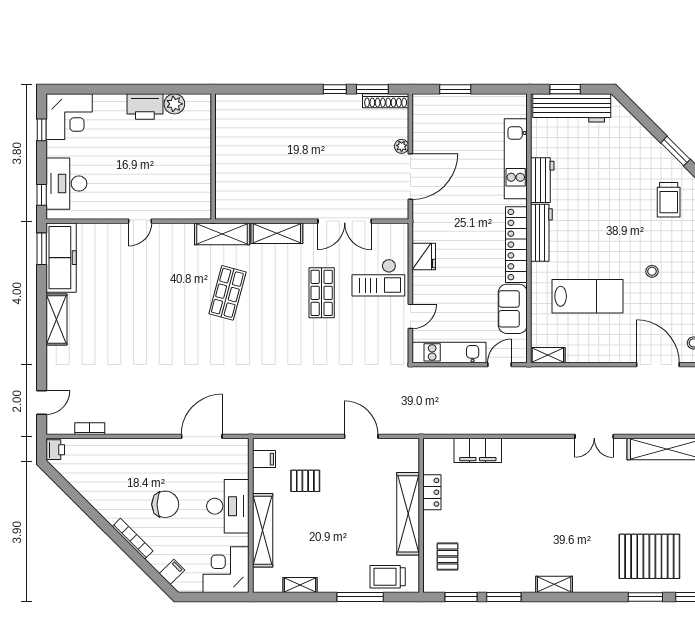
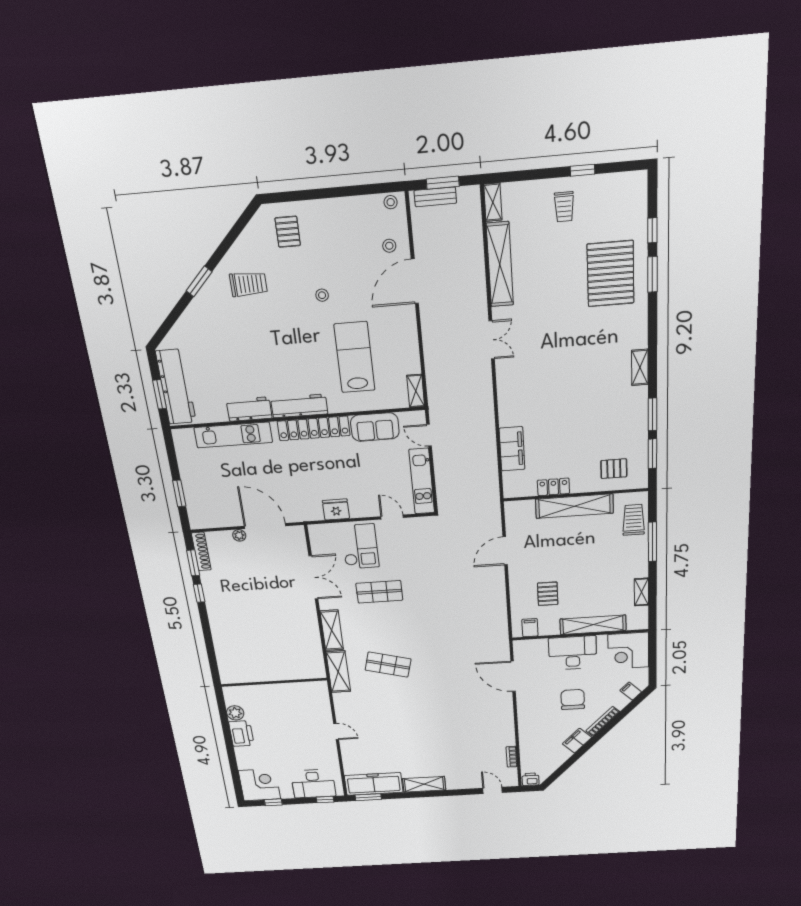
filing cabinet: (107, 508) -> (577, 741), added
trolley: (388, 577) -> (634, 520), turned 180

